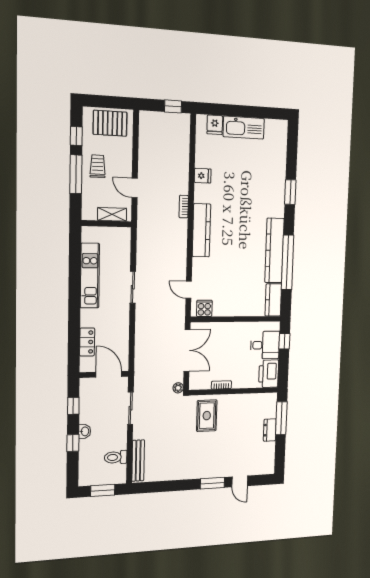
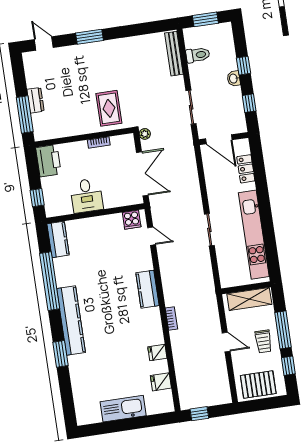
fridge: (215, 125) -> (161, 382), moved, turned -90
door: (135, 188) -> (226, 342), moved
shelving: (112, 214) -> (249, 299), width x1.50, depth x1.33
kitchen counter: (201, 230) -> (147, 289), width x0.67
kitchen counter: (274, 250) -> (71, 321), moved
kitchen unit: (90, 276) -> (254, 235), width x1.36
desk: (265, 345) -> (86, 196), moved, turned -90
double door: (187, 350) -> (142, 174), swing flipped
door: (240, 481) -> (44, 44), moved

